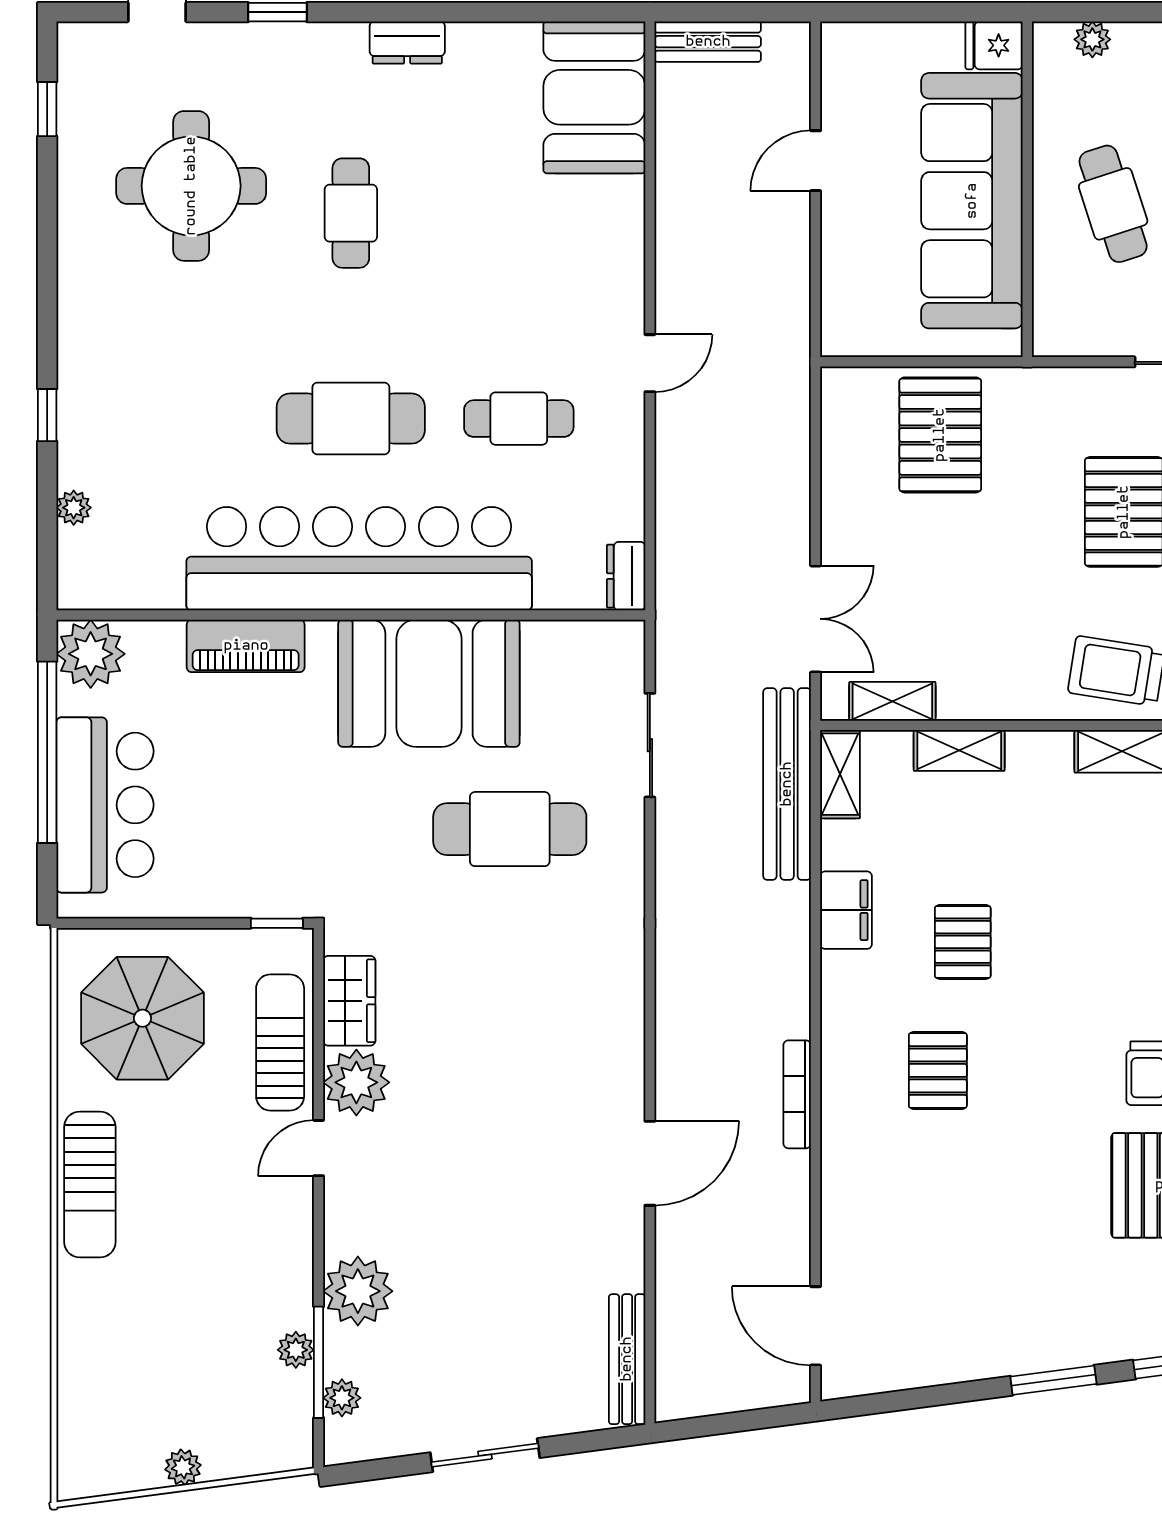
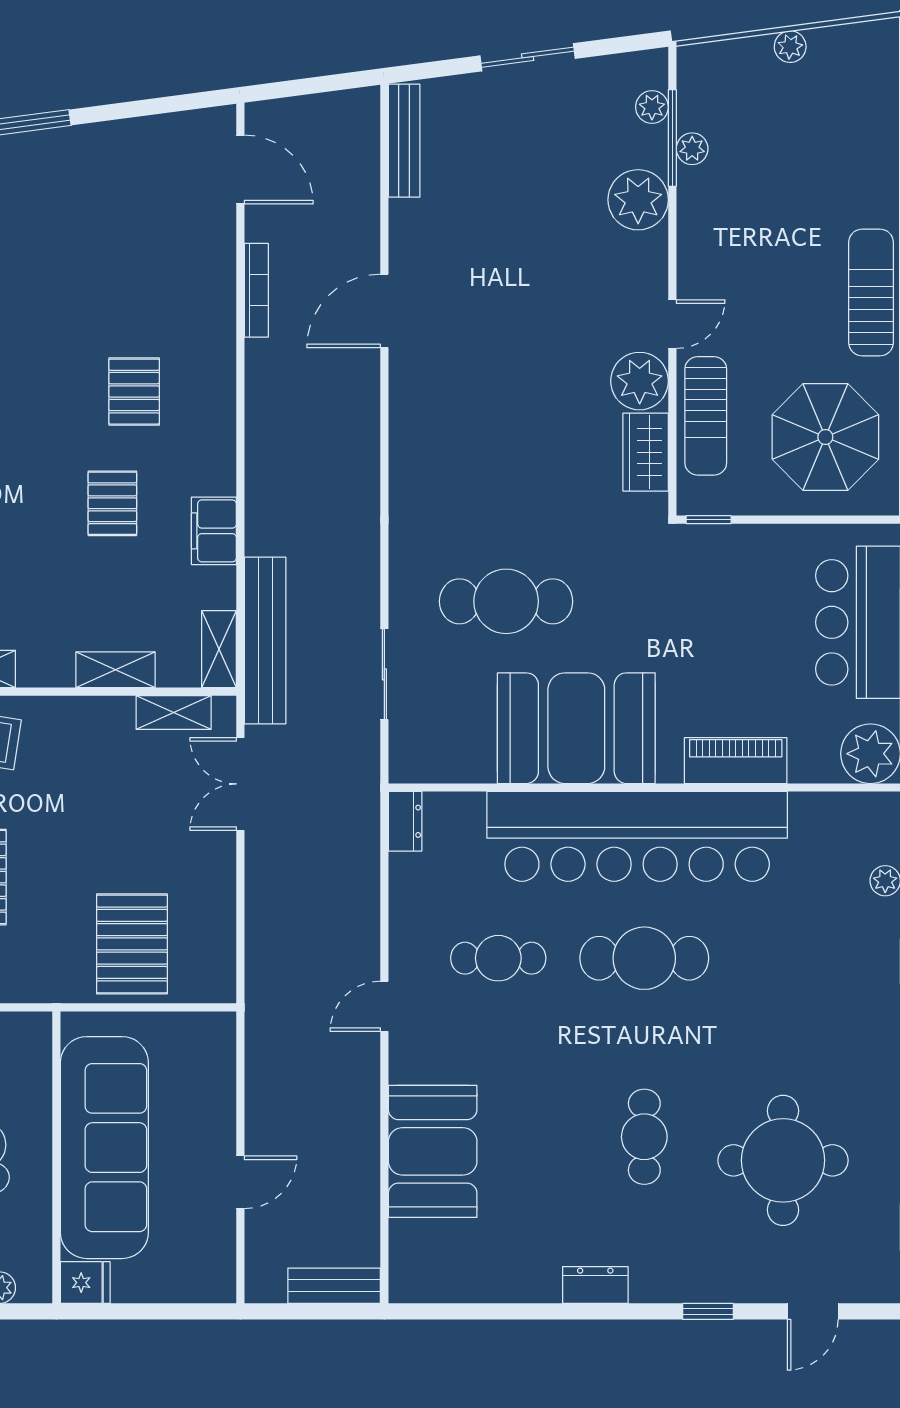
booth: (594, 97) -> (433, 1151), moved
bookcase: (797, 1094) -> (256, 290), moved

